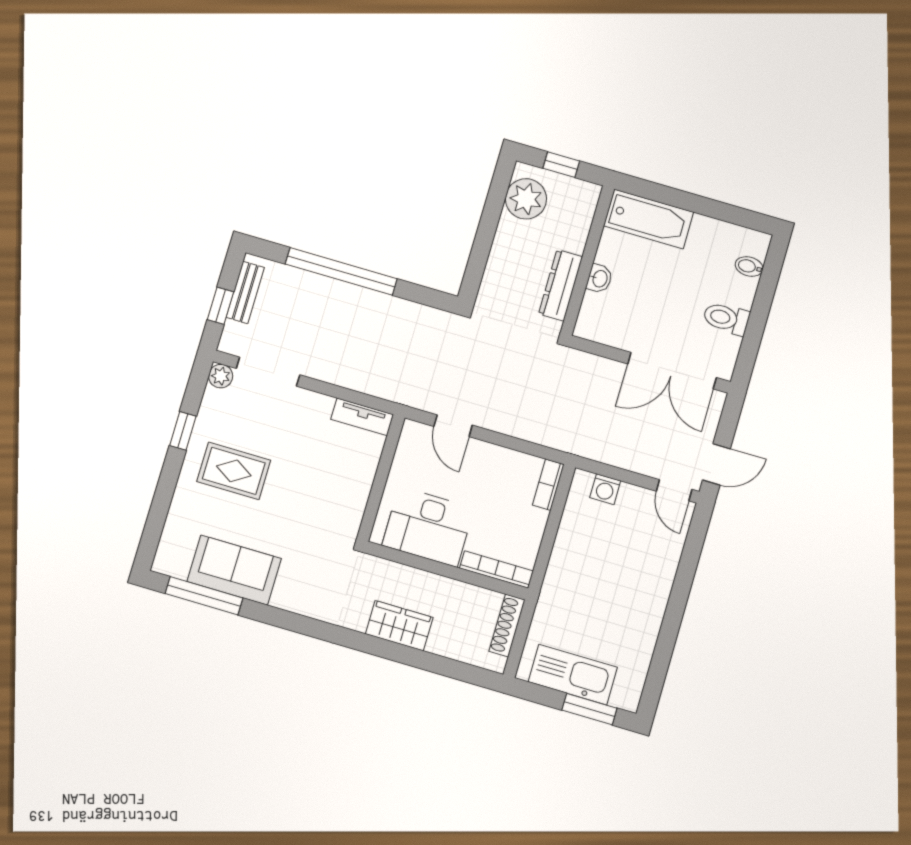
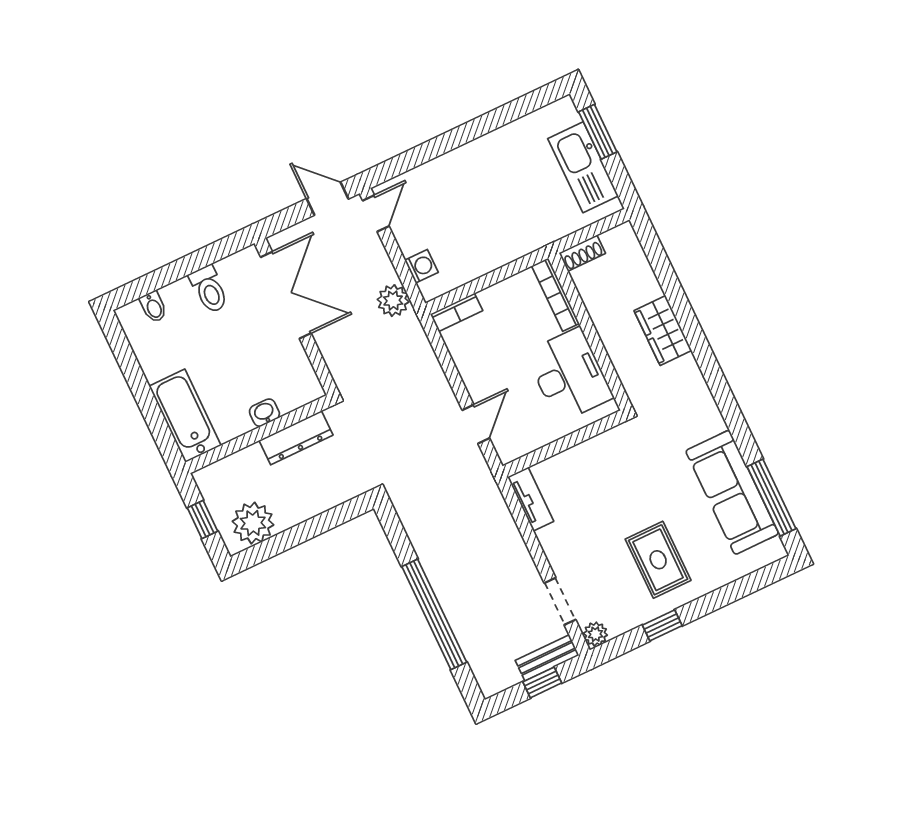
bench: (245, 292) -> (547, 658), moved
doorway: (268, 372) -> (560, 601), width x0.73
plant: (598, 446) -> (393, 301), added
sofa: (234, 570) -> (732, 492), width x1.36
shoe rack: (507, 625) -> (582, 253), width x0.70

